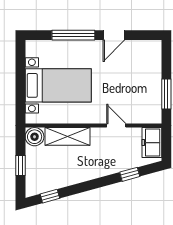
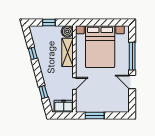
bed with nightstands: (58, 85) -> (100, 47), width x1.36
window: (50, 196) -> (33, 53), moved

